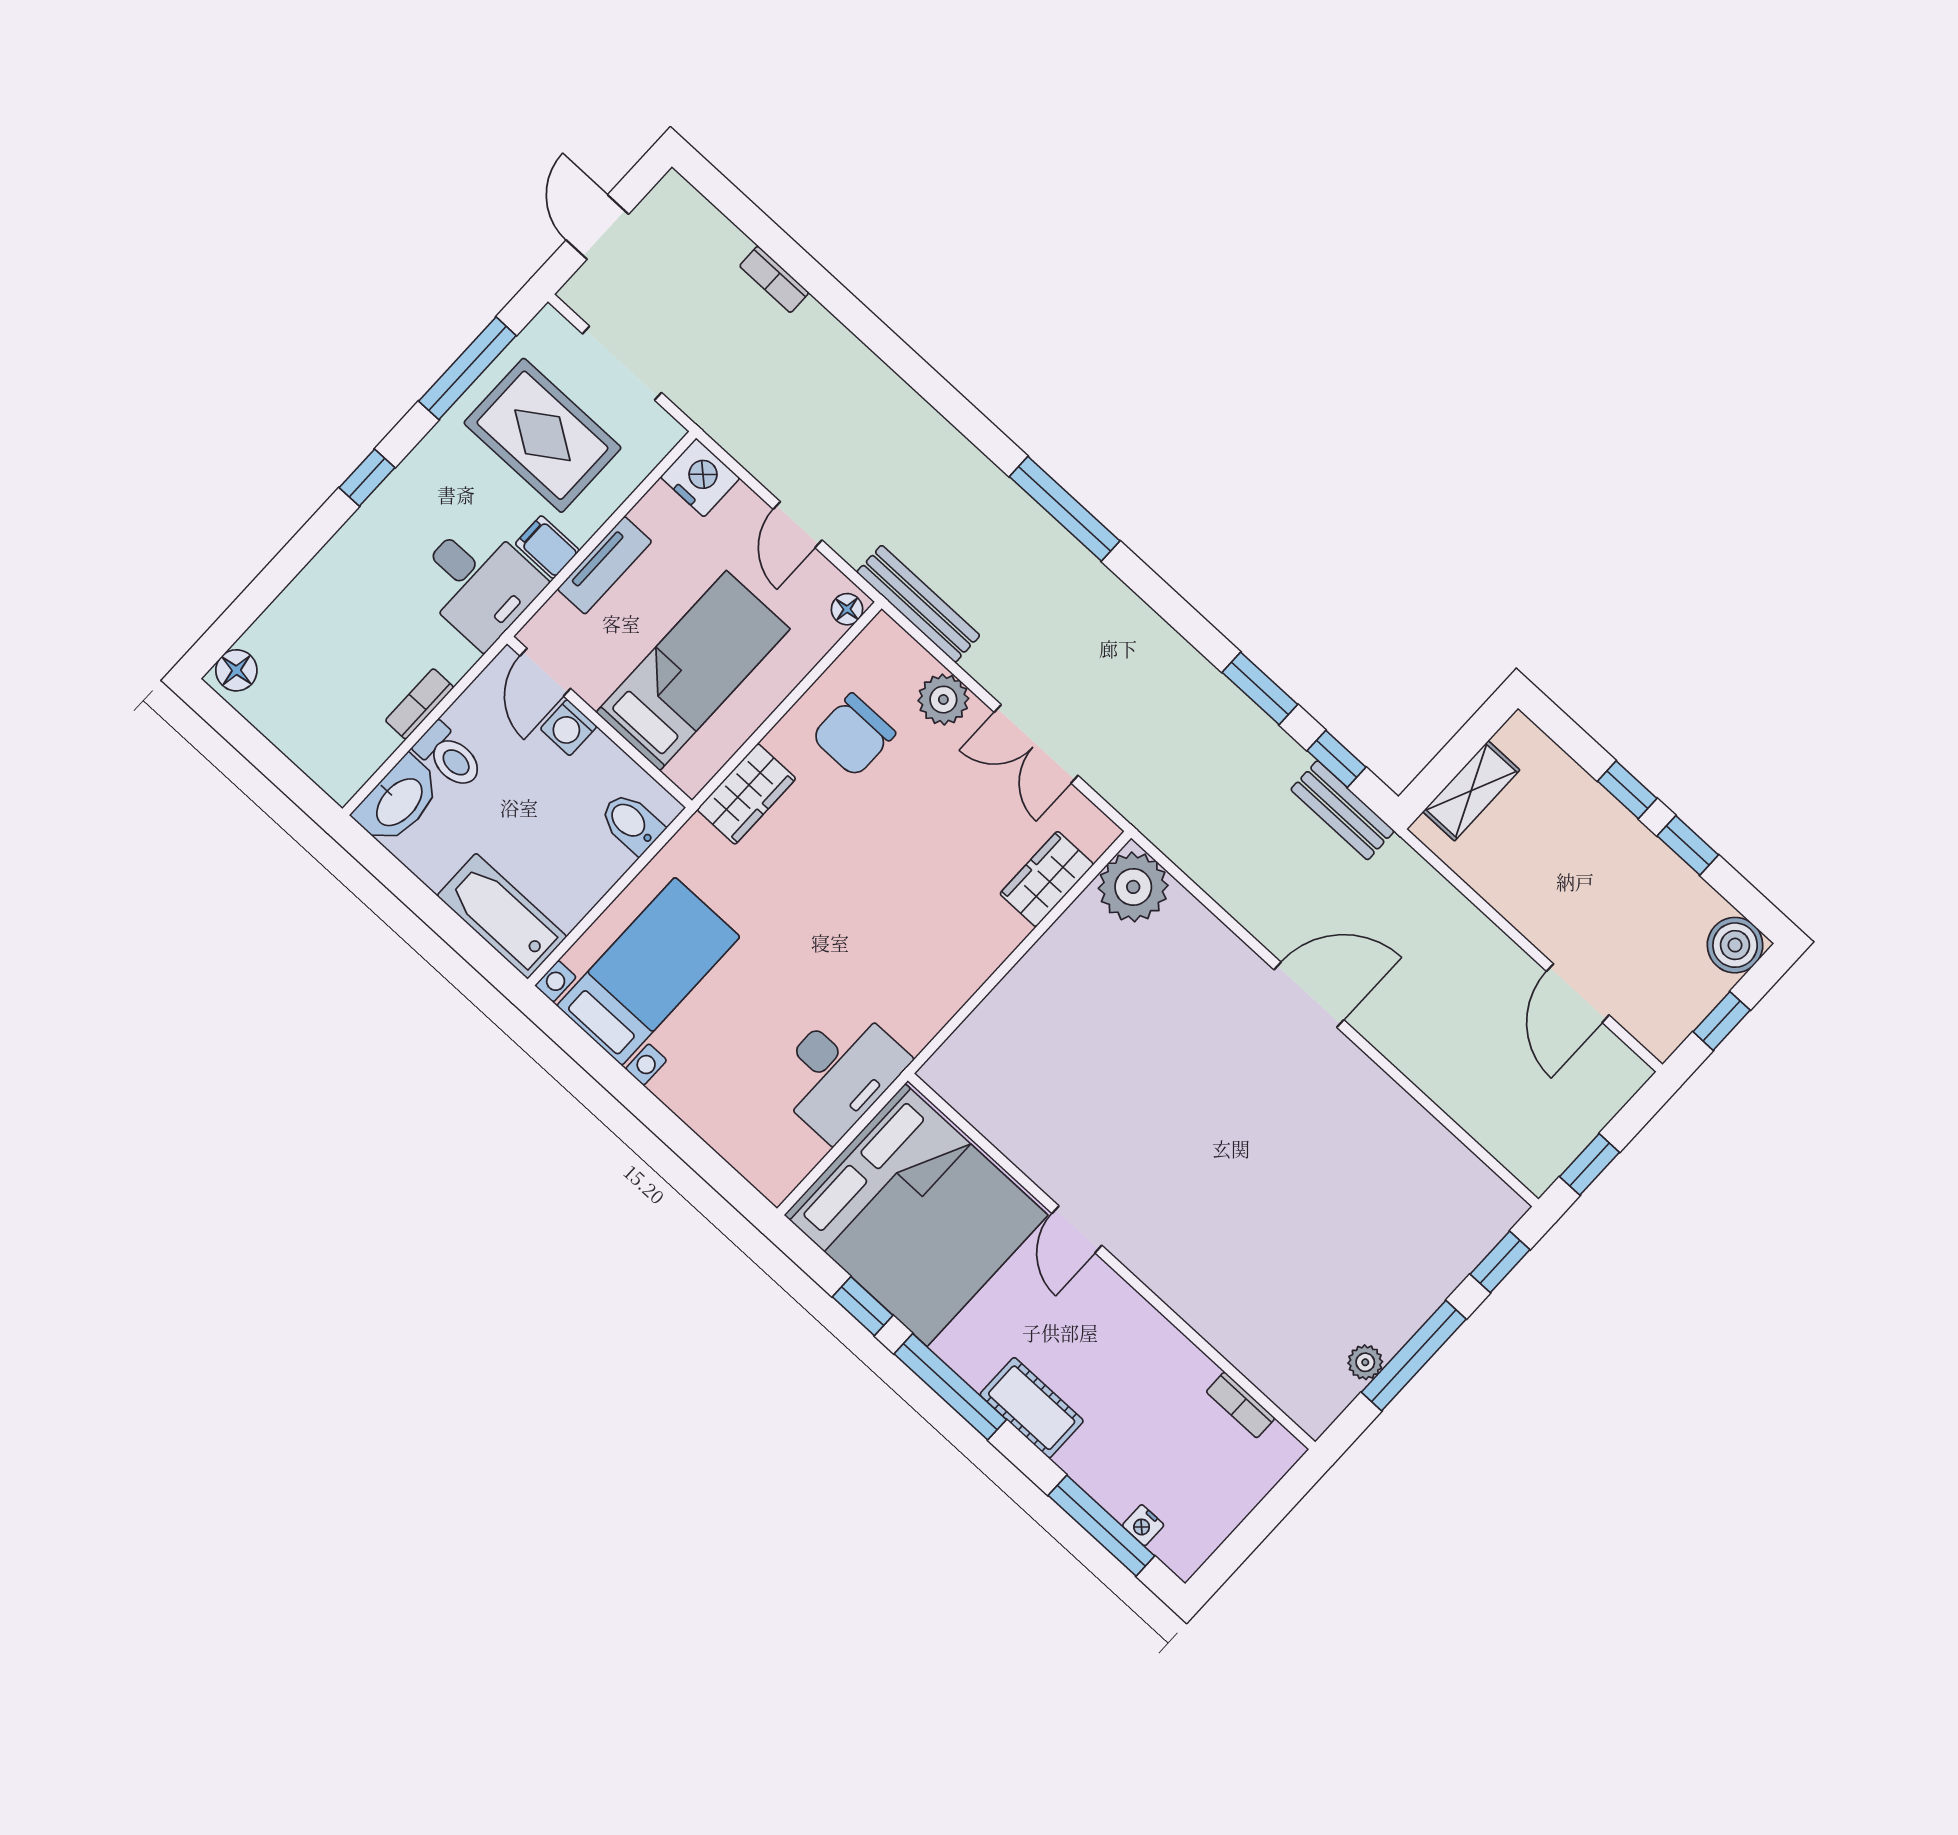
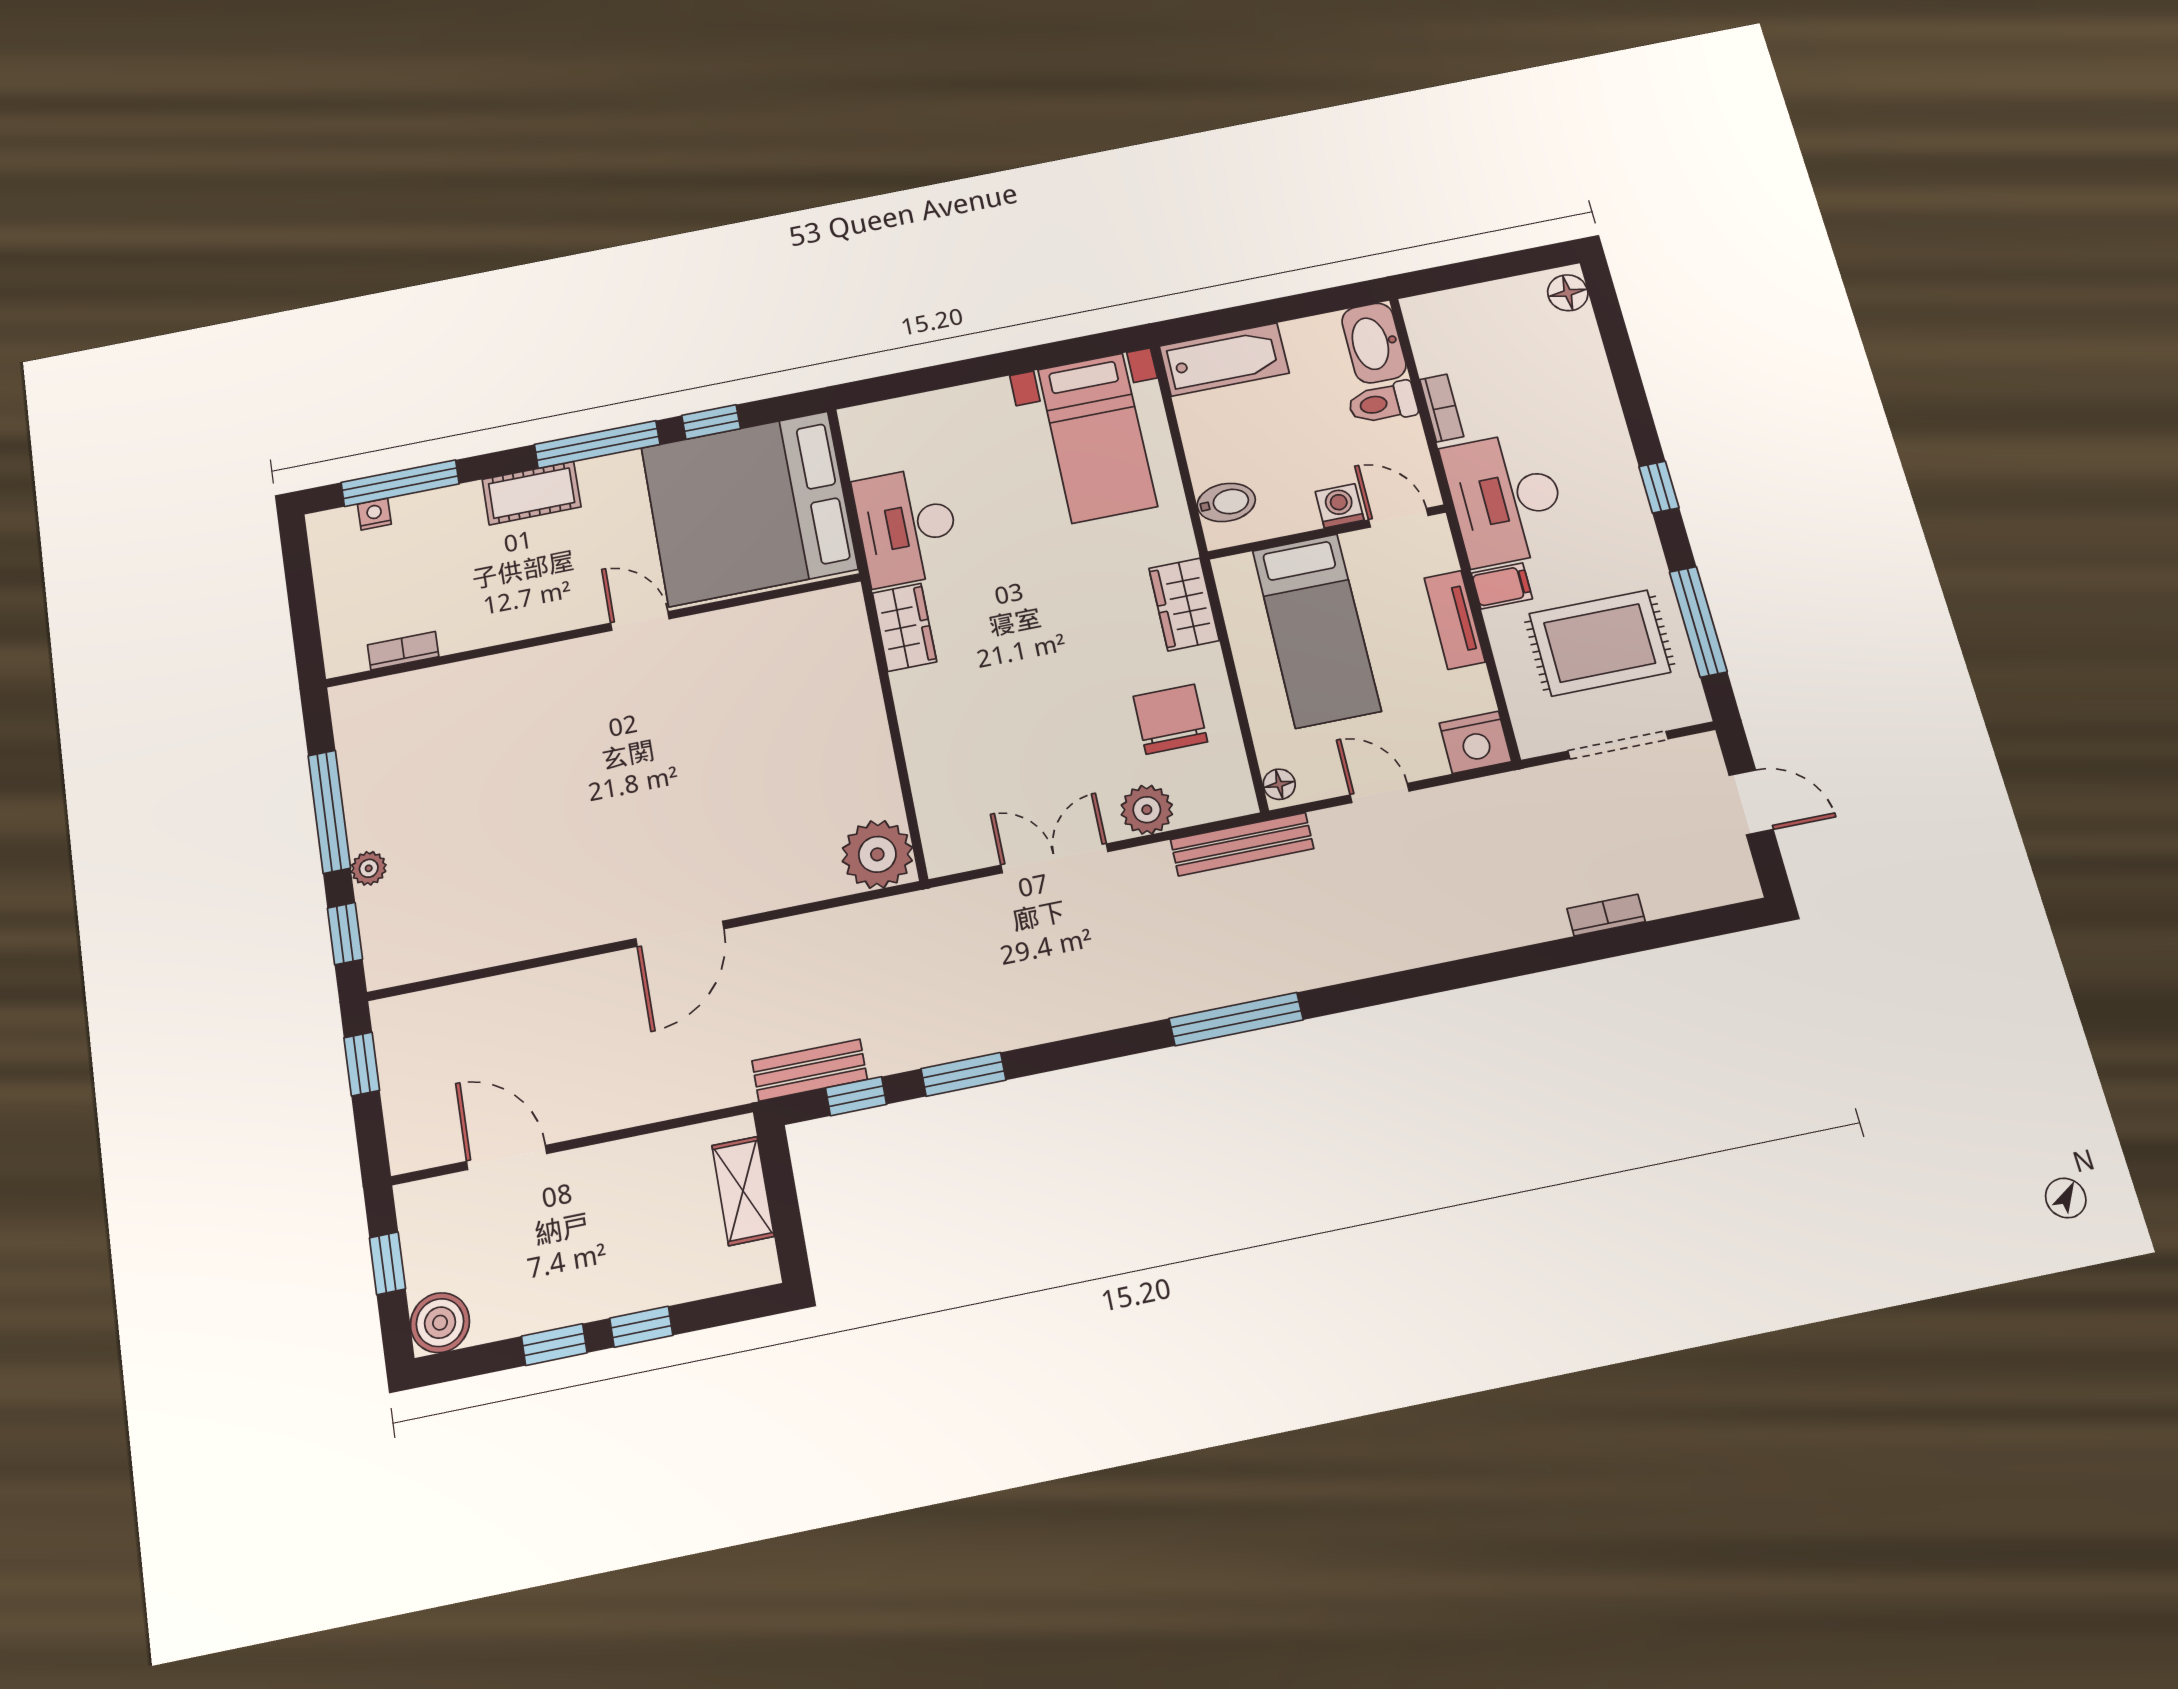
desk: (478, 583) -> (1506, 499), width x1.37
wardrobe: (1047, 879) -> (904, 627), moved
plant: (1365, 1362) -> (369, 868), moved

